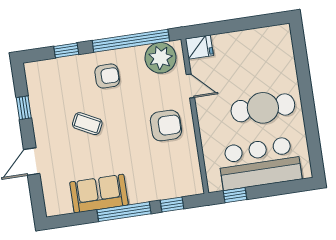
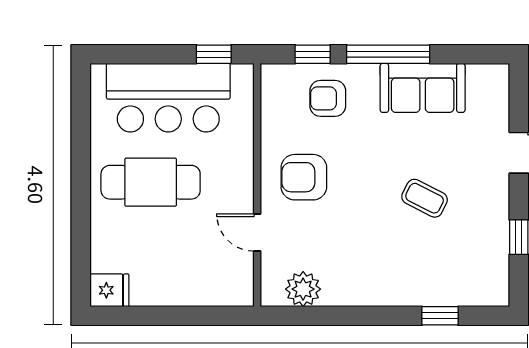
window: (131, 41) -> (338, 316), removed
fridge: (199, 47) -> (109, 290), moved, turned 180
plant: (161, 58) -> (303, 289), width x0.73, depth x0.73
armchair: (107, 76) -> (328, 98), moved

